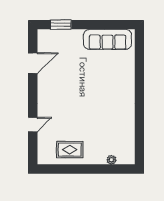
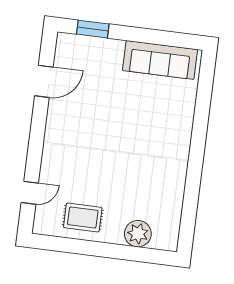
door: (33, 125) -> (30, 193), moved
plant: (111, 160) -> (138, 234), width x1.88, depth x1.88

